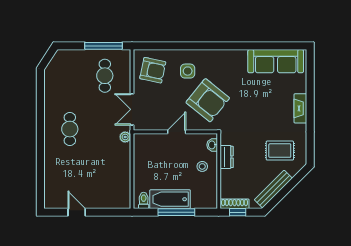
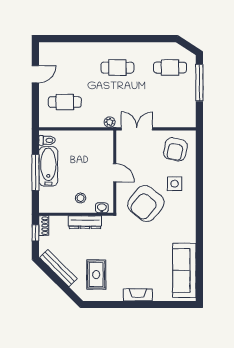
window: (104, 46) -> (199, 83), moved
cafe table: (105, 76) -> (170, 68), moved
dresser: (227, 157) -> (85, 222), width x1.44
cafe table: (105, 182) -> (65, 102), added
shoe rack: (235, 204) -> (44, 226), width x0.70

